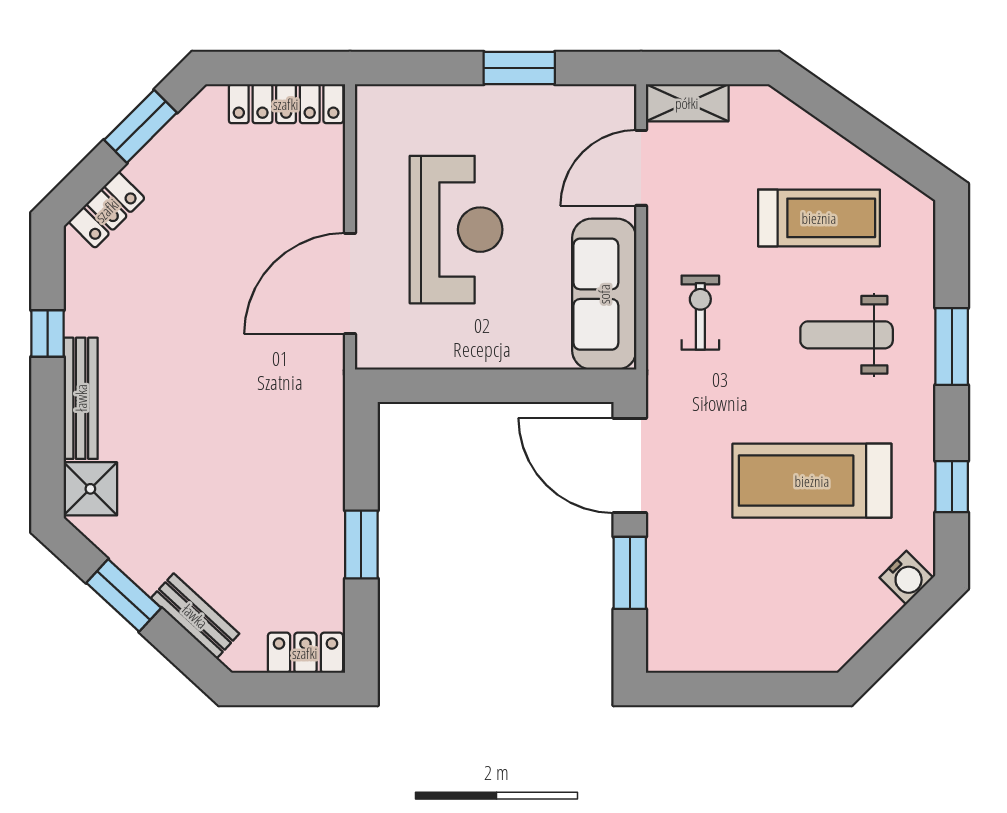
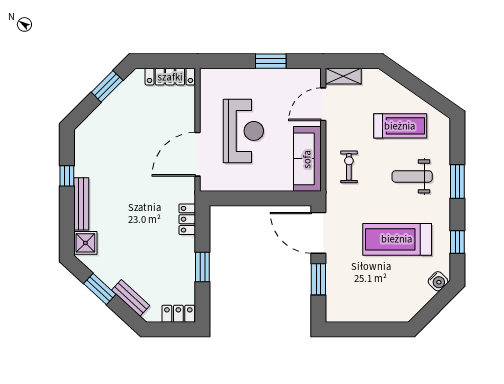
locker: (107, 210) -> (187, 219), moved, turned 135

